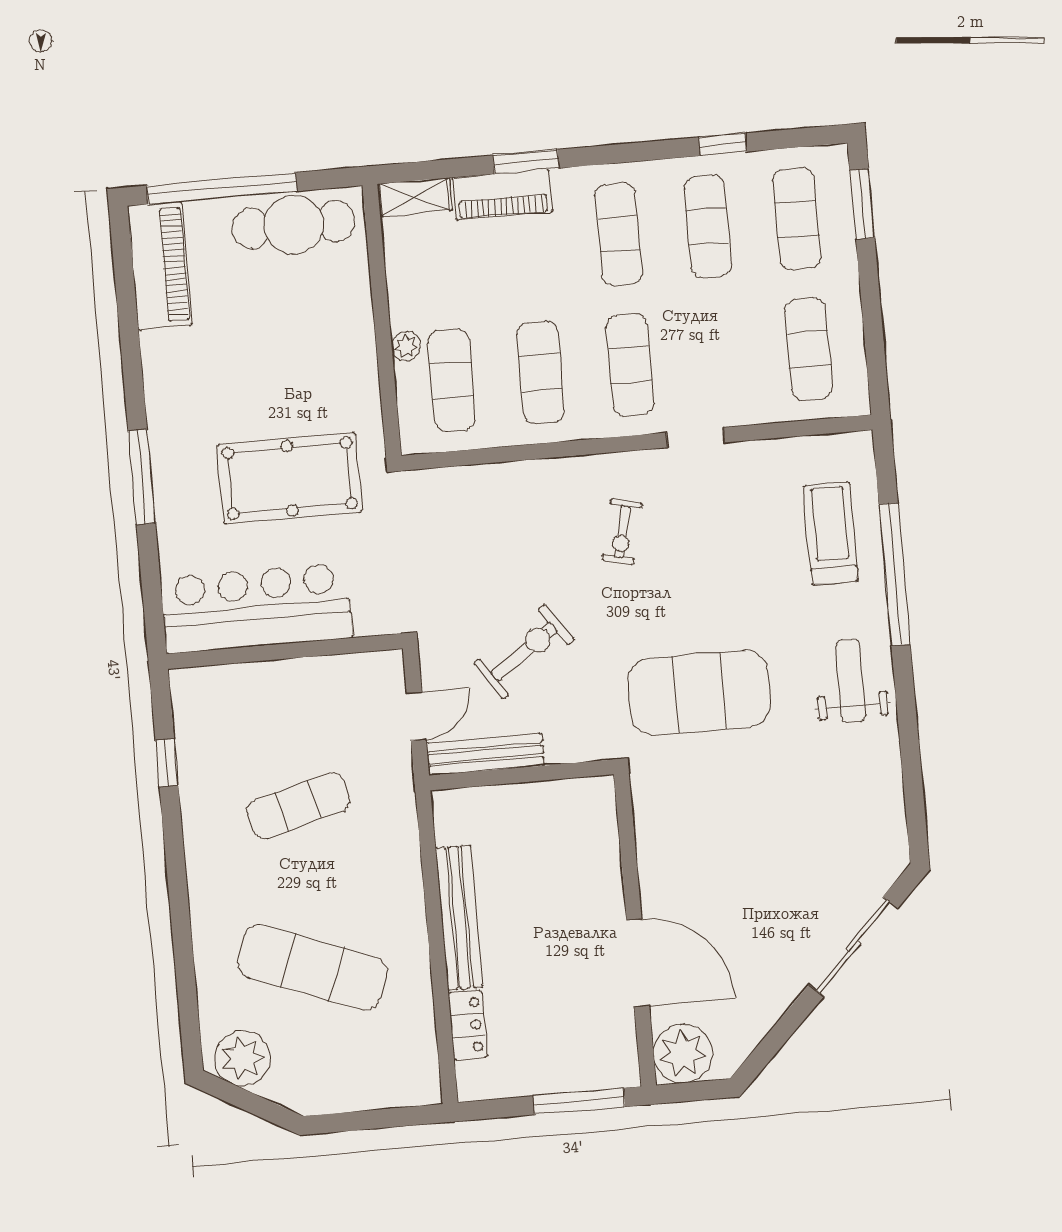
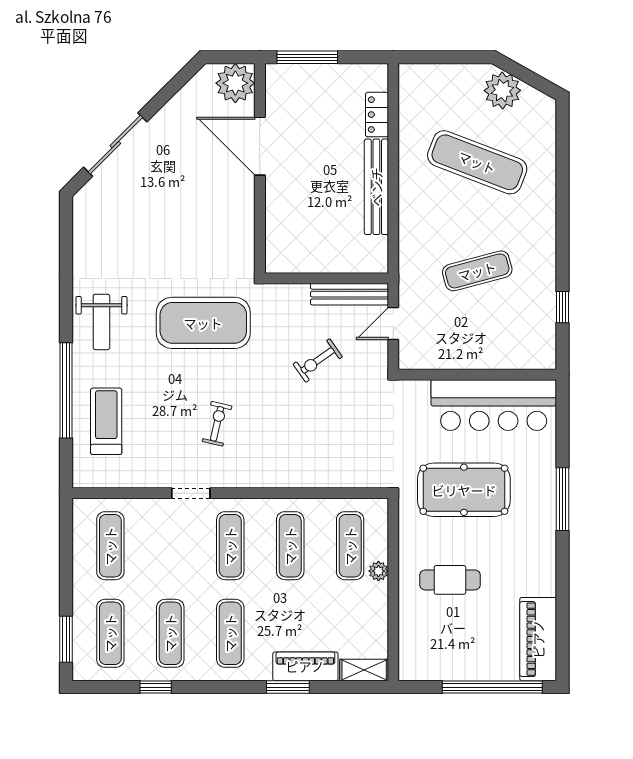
cafe table: (294, 225) -> (450, 580), moved, width x0.73, depth x0.74
exercise bike: (622, 532) -> (217, 424), moved
treadmill: (831, 533) -> (106, 421), turned 180
exercise bike: (524, 652) -> (318, 360), width x0.73, depth x0.72
plant: (243, 1058) -> (502, 91), moved

